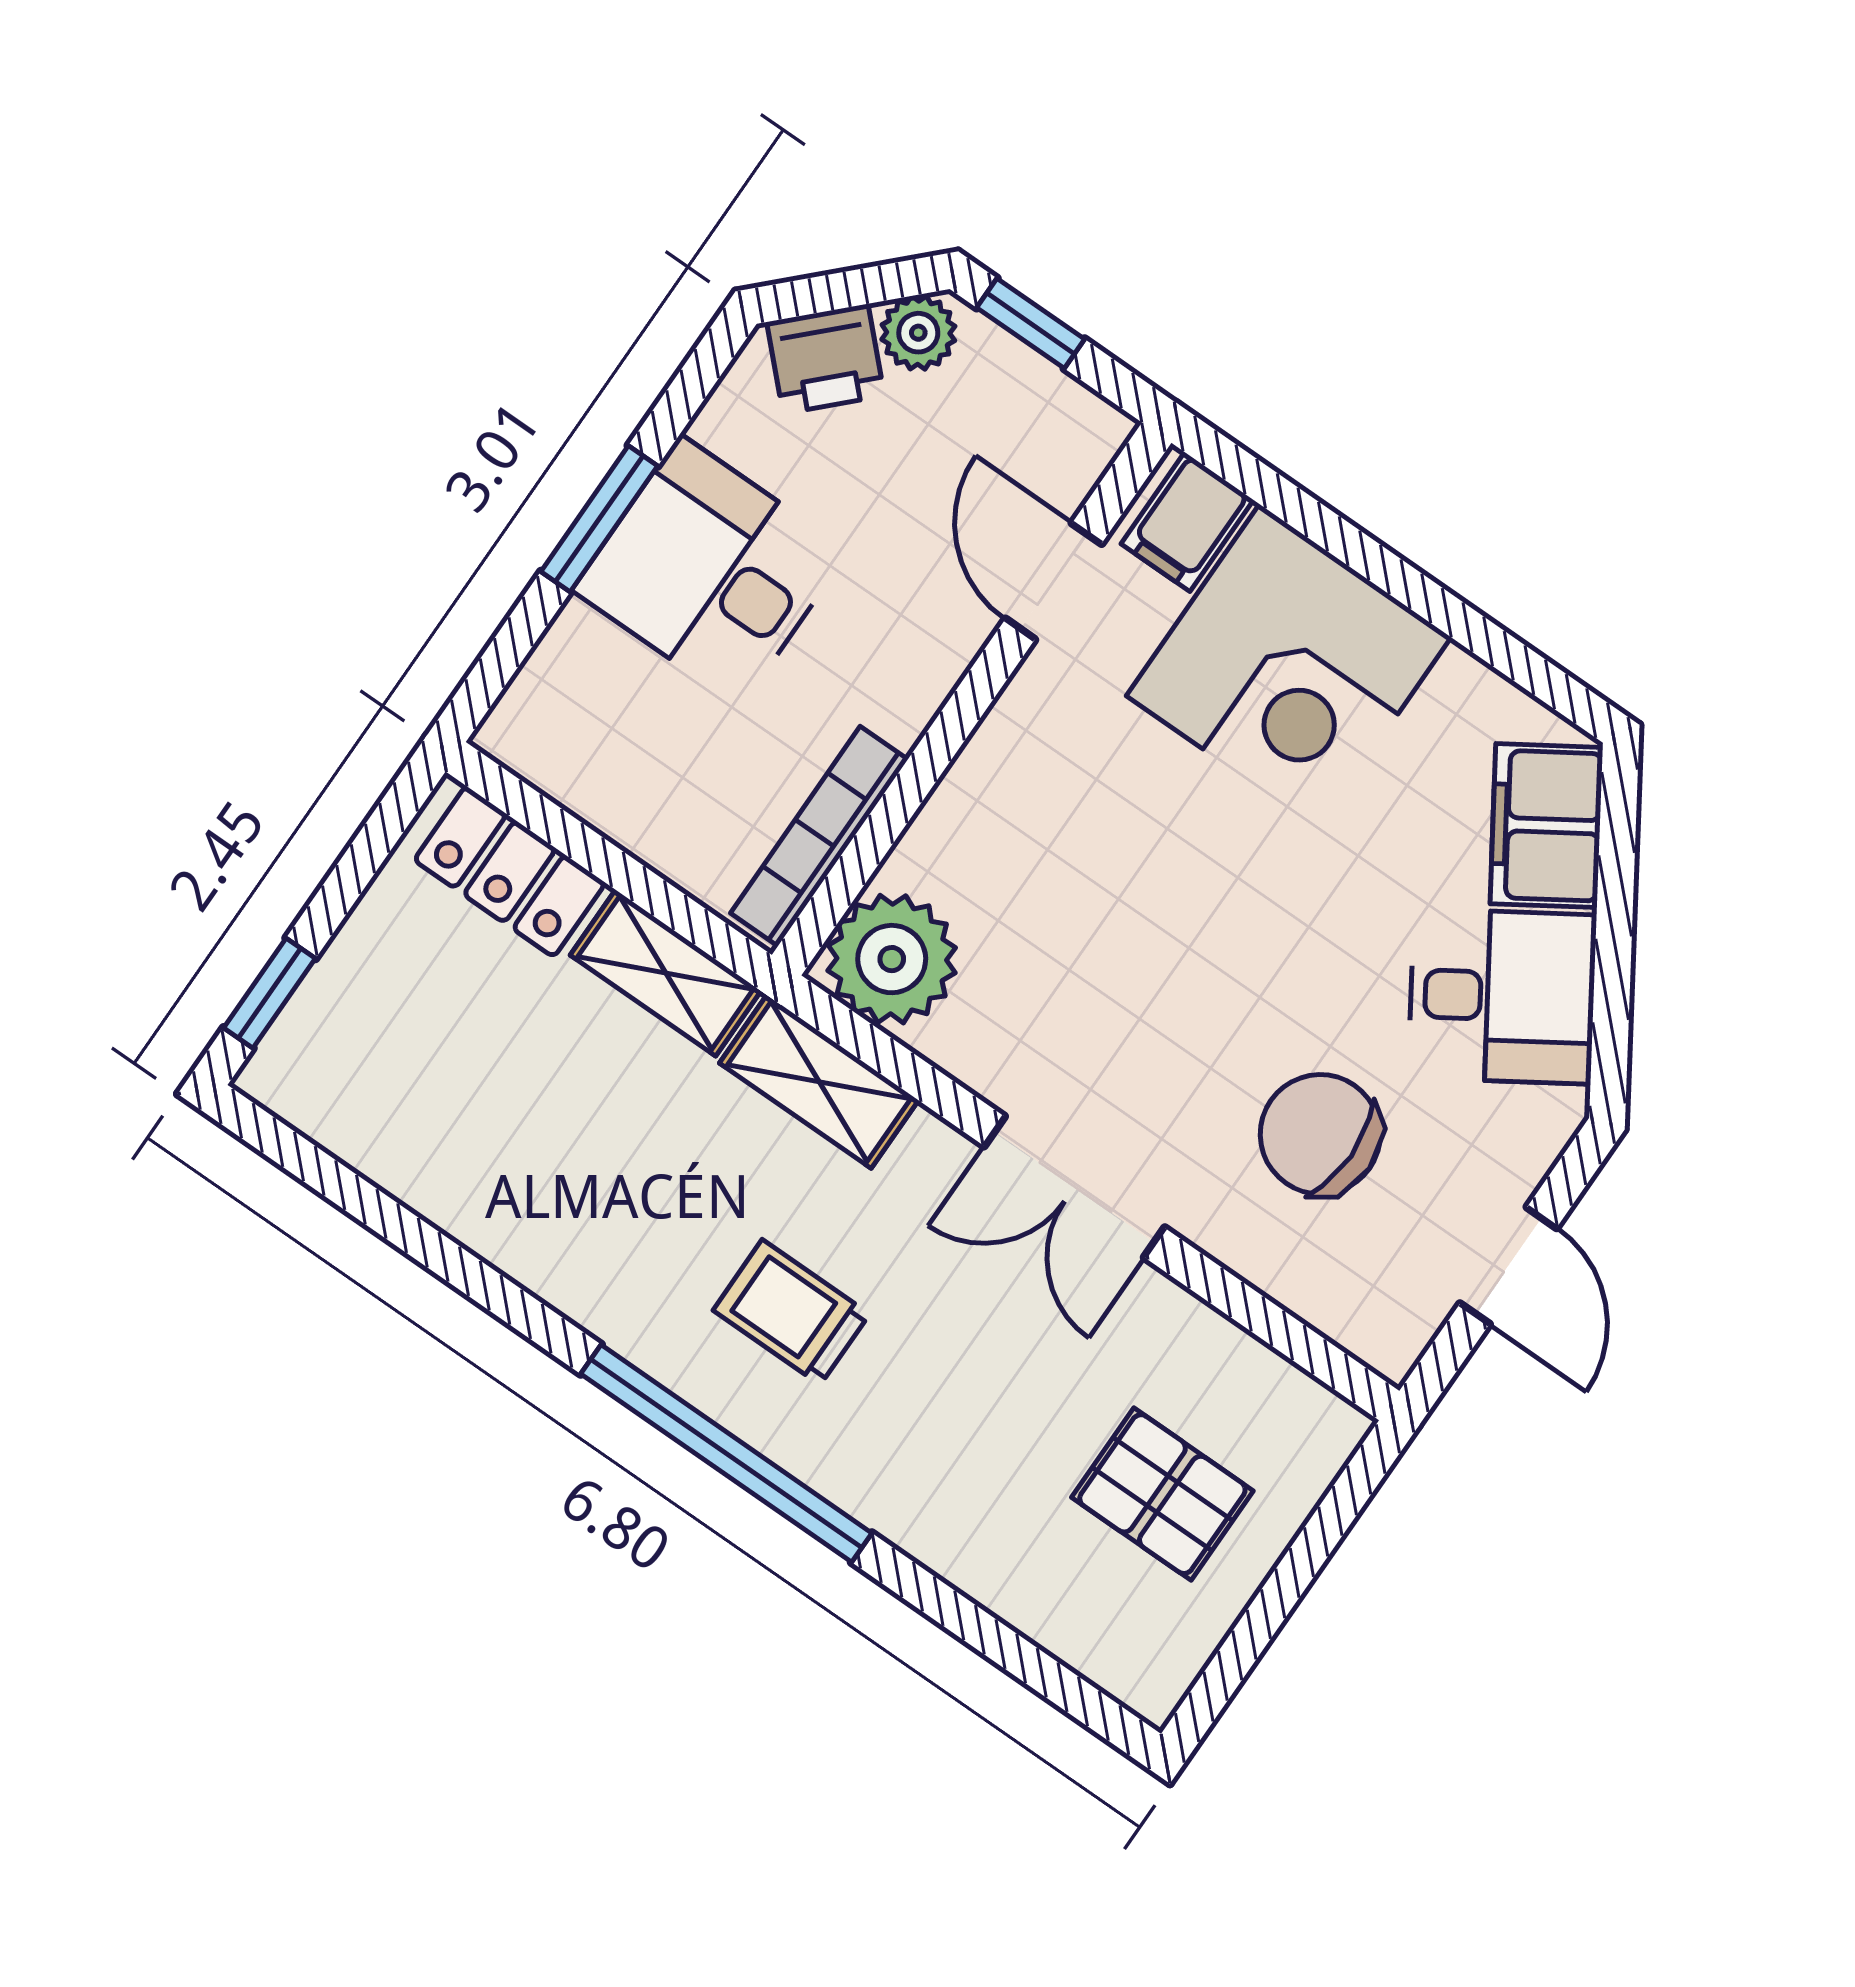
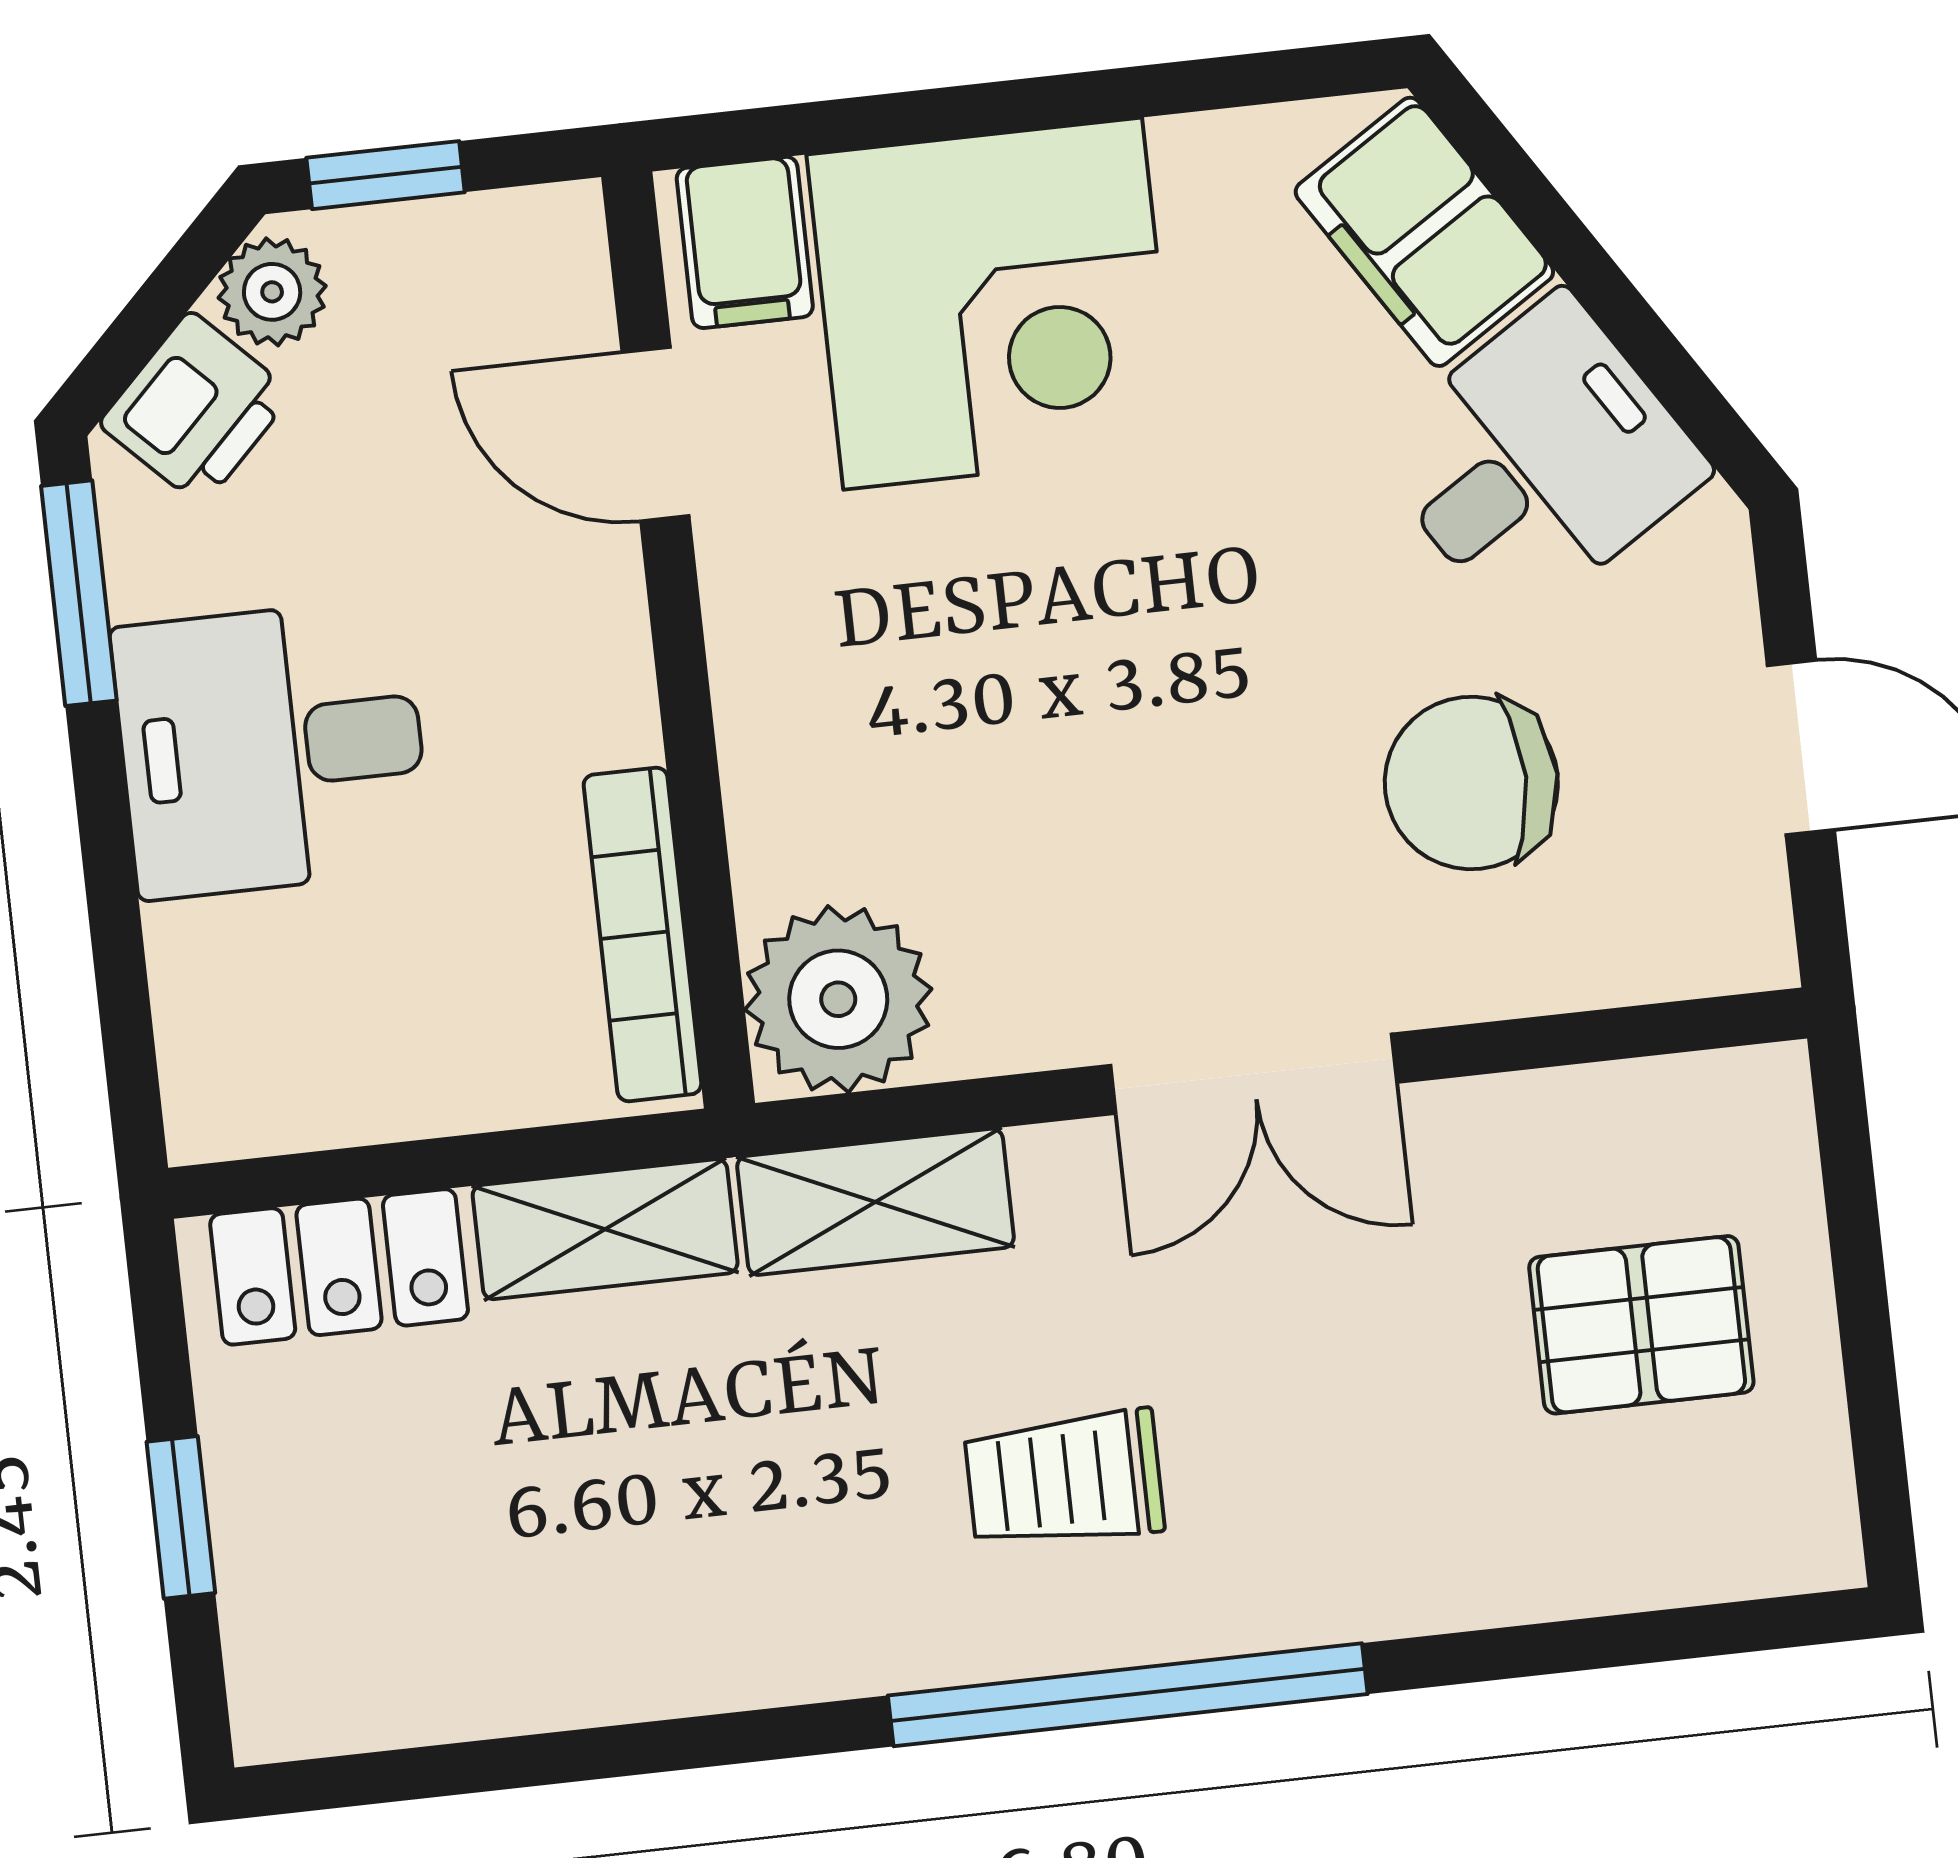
window: (599, 519) -> (79, 593), moved
window: (270, 993) -> (181, 1517), moved

